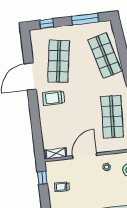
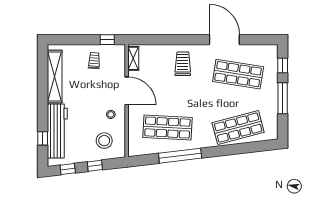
window: (85, 19) -> (283, 98), moved
trolley: (54, 98) -> (183, 64), moved

